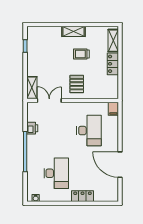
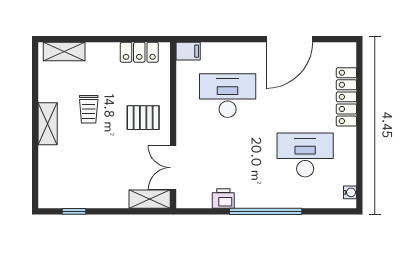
locker: (113, 64) -> (139, 52), moved
locker: (83, 196) -> (346, 97), width x1.53

